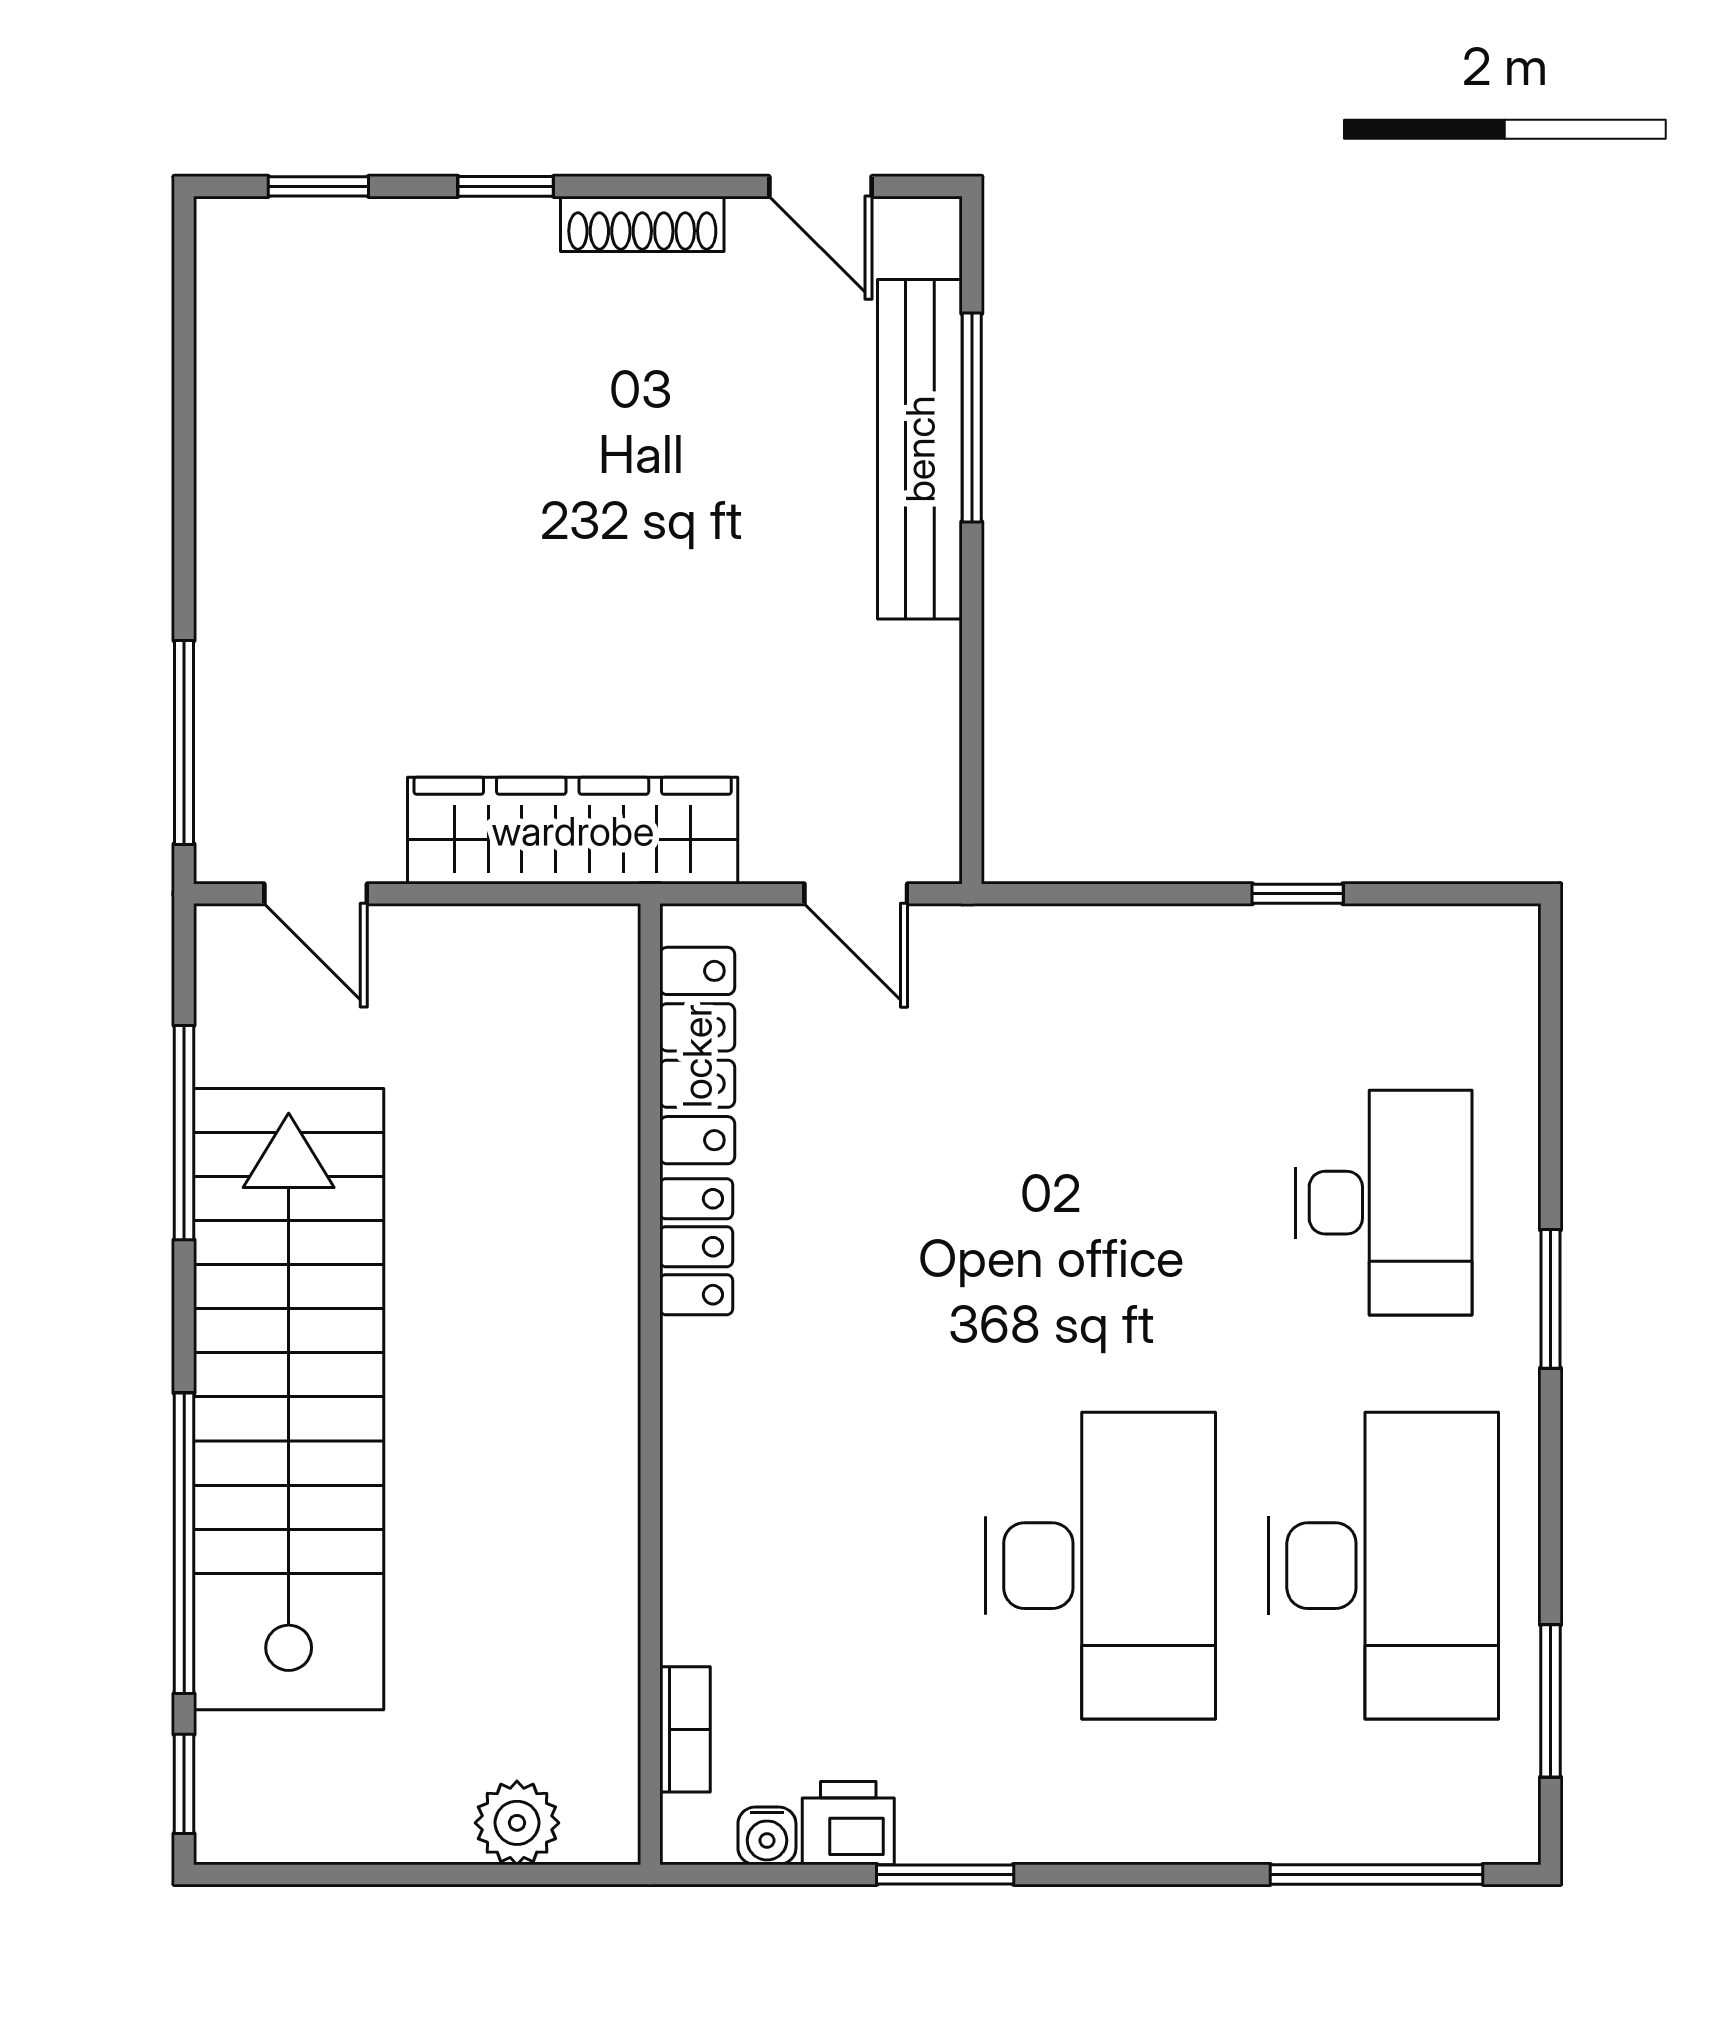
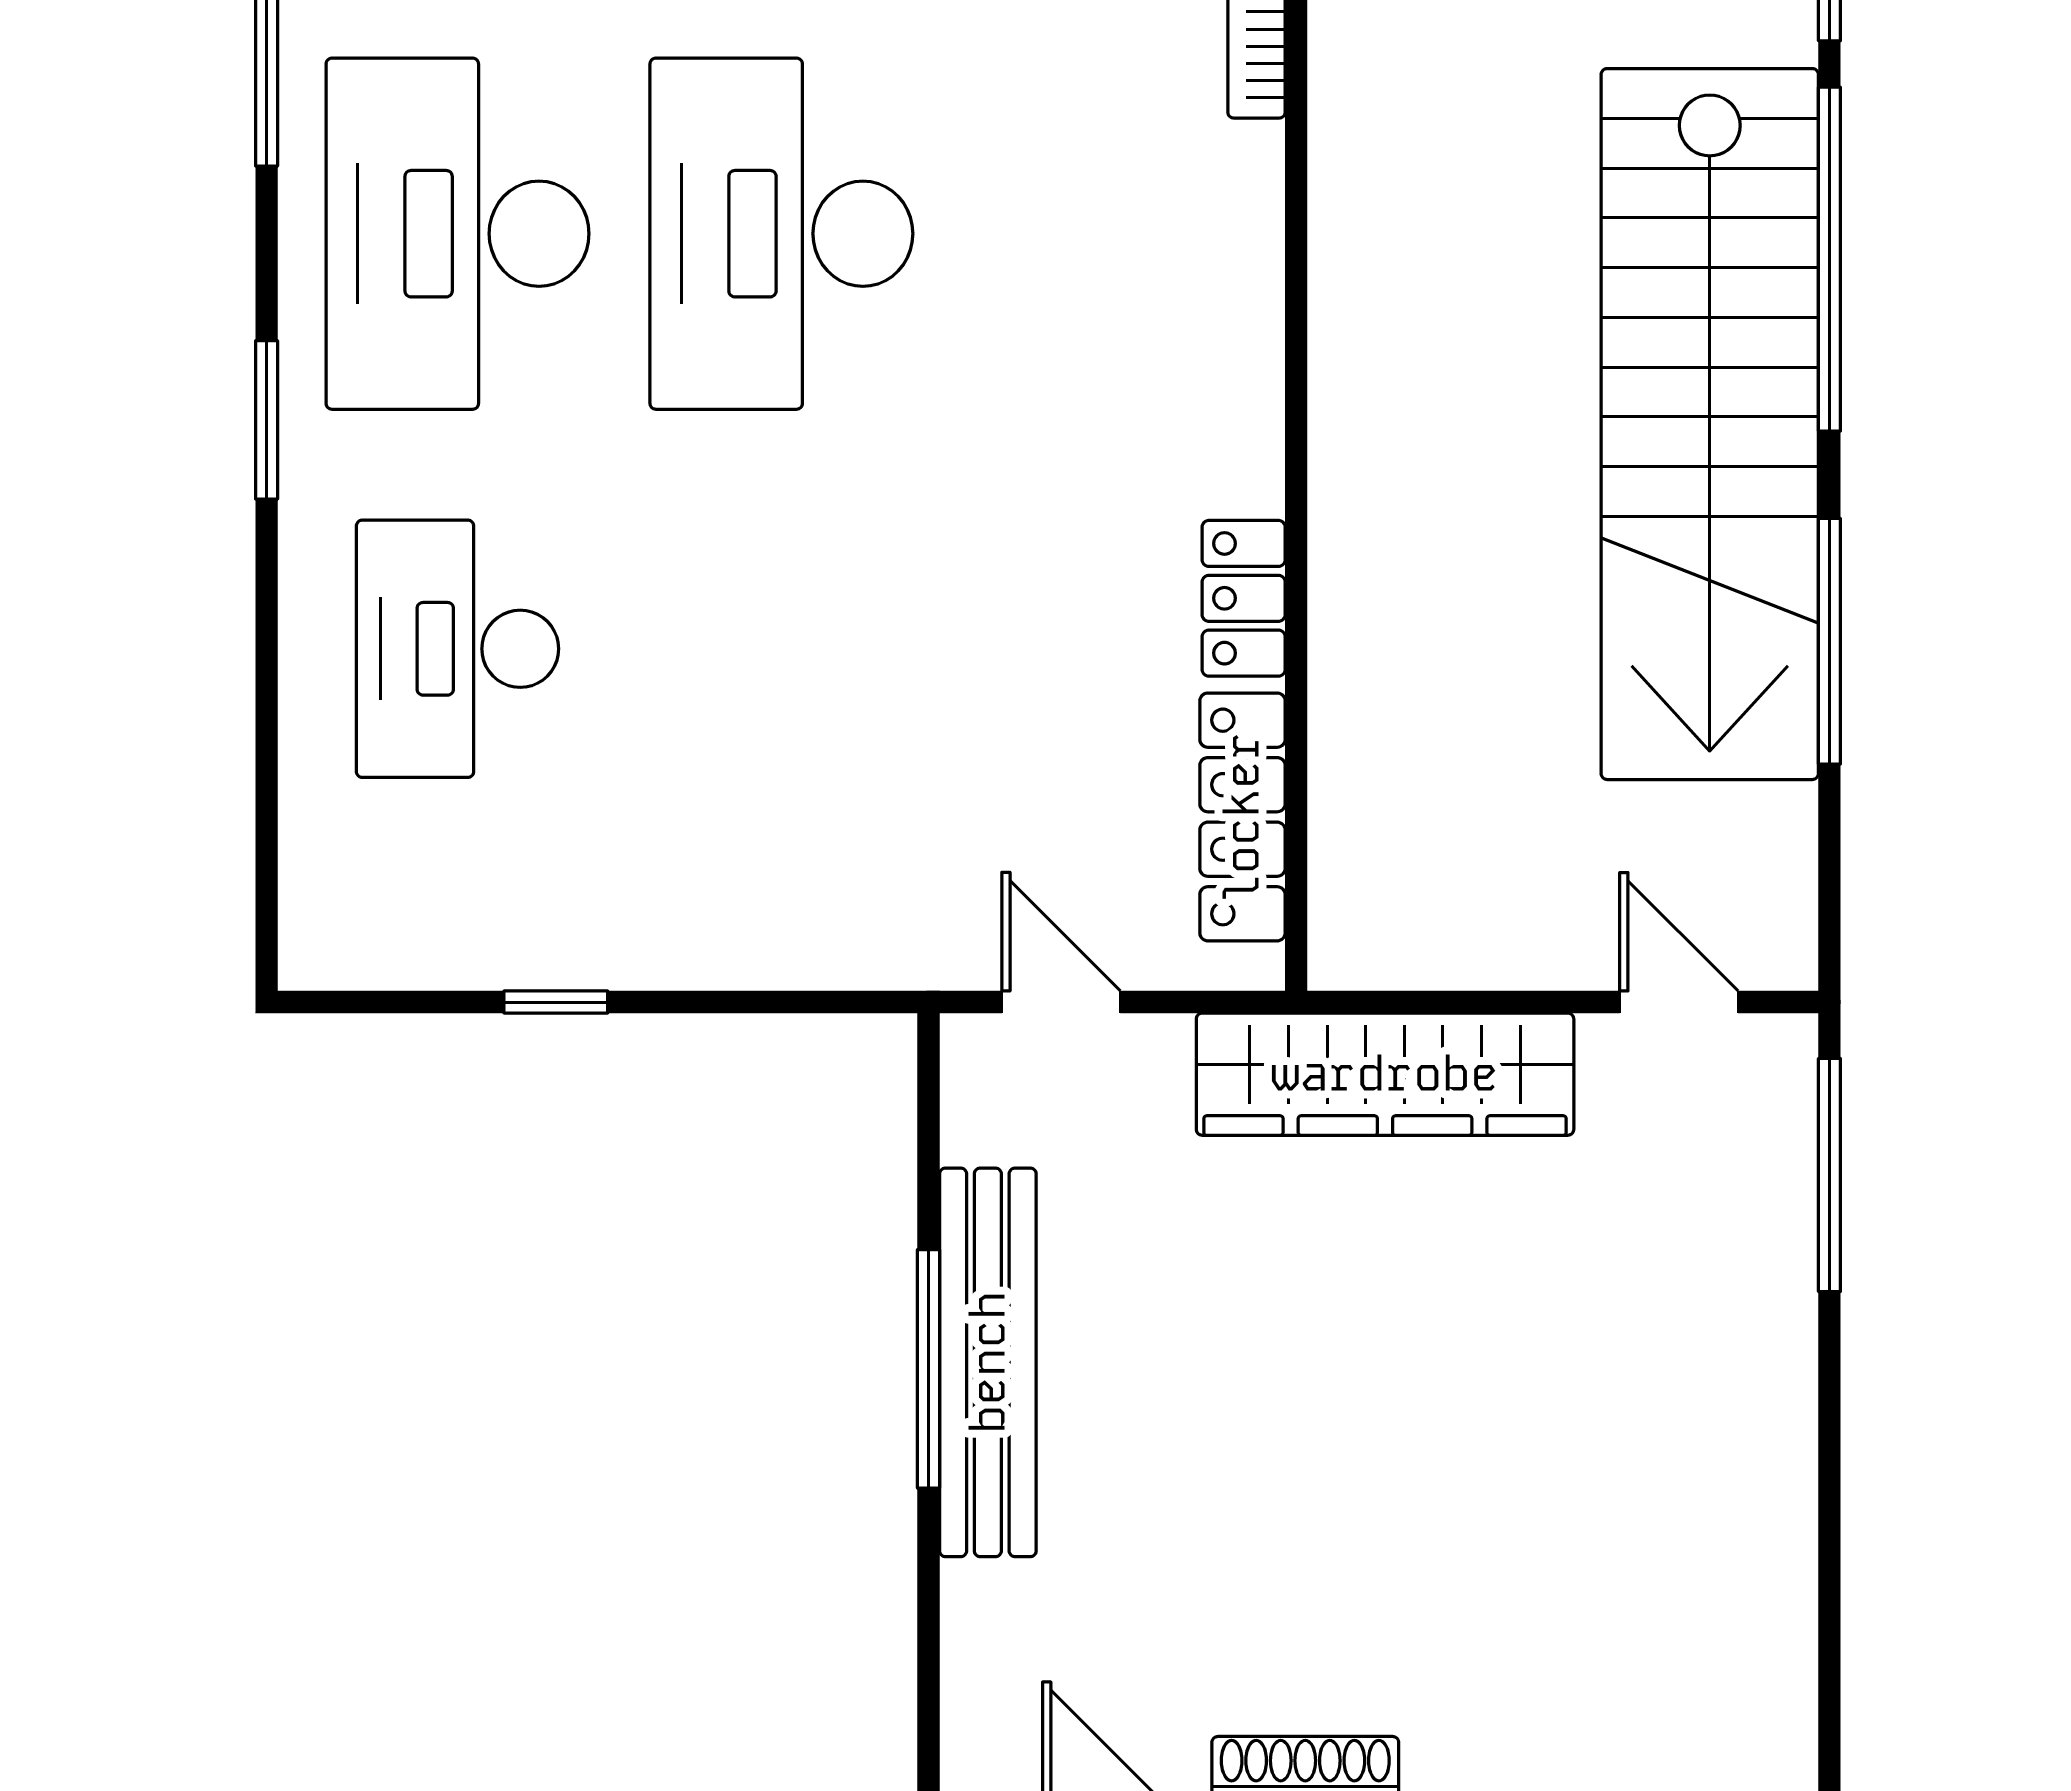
window: (972, 418) -> (928, 1369), moved
bench: (920, 449) -> (988, 1362), moved
window: (184, 1133) -> (1829, 641), moved
window: (1551, 1299) -> (267, 420), moved

